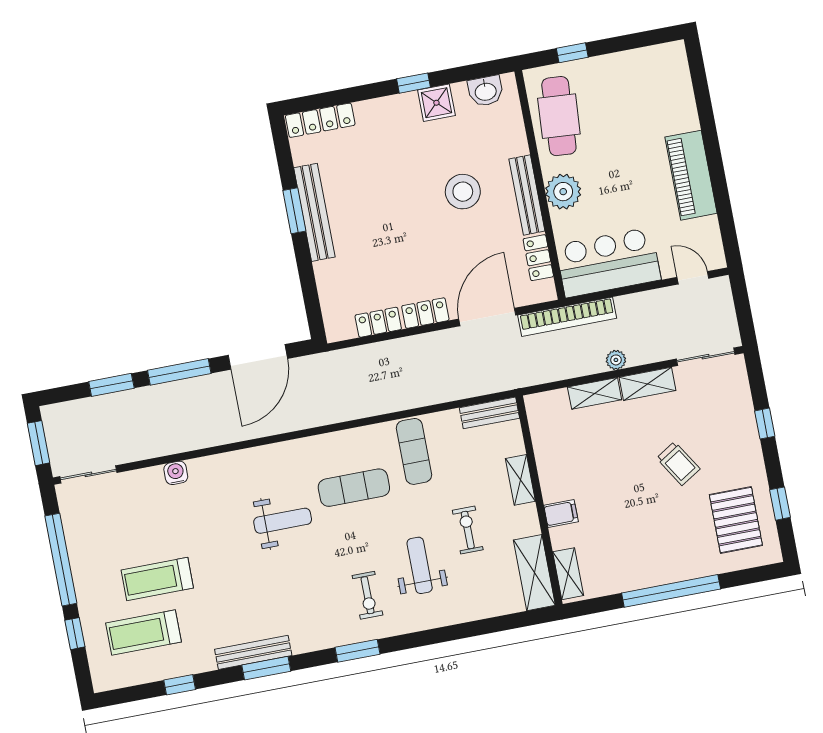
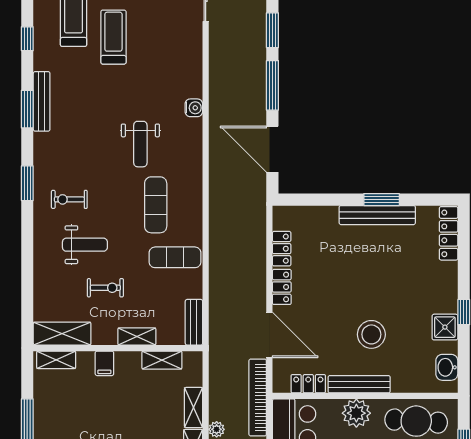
shelving: (544, 443) -> (162, 360), added
water cooler: (176, 473) -> (194, 108), moved

